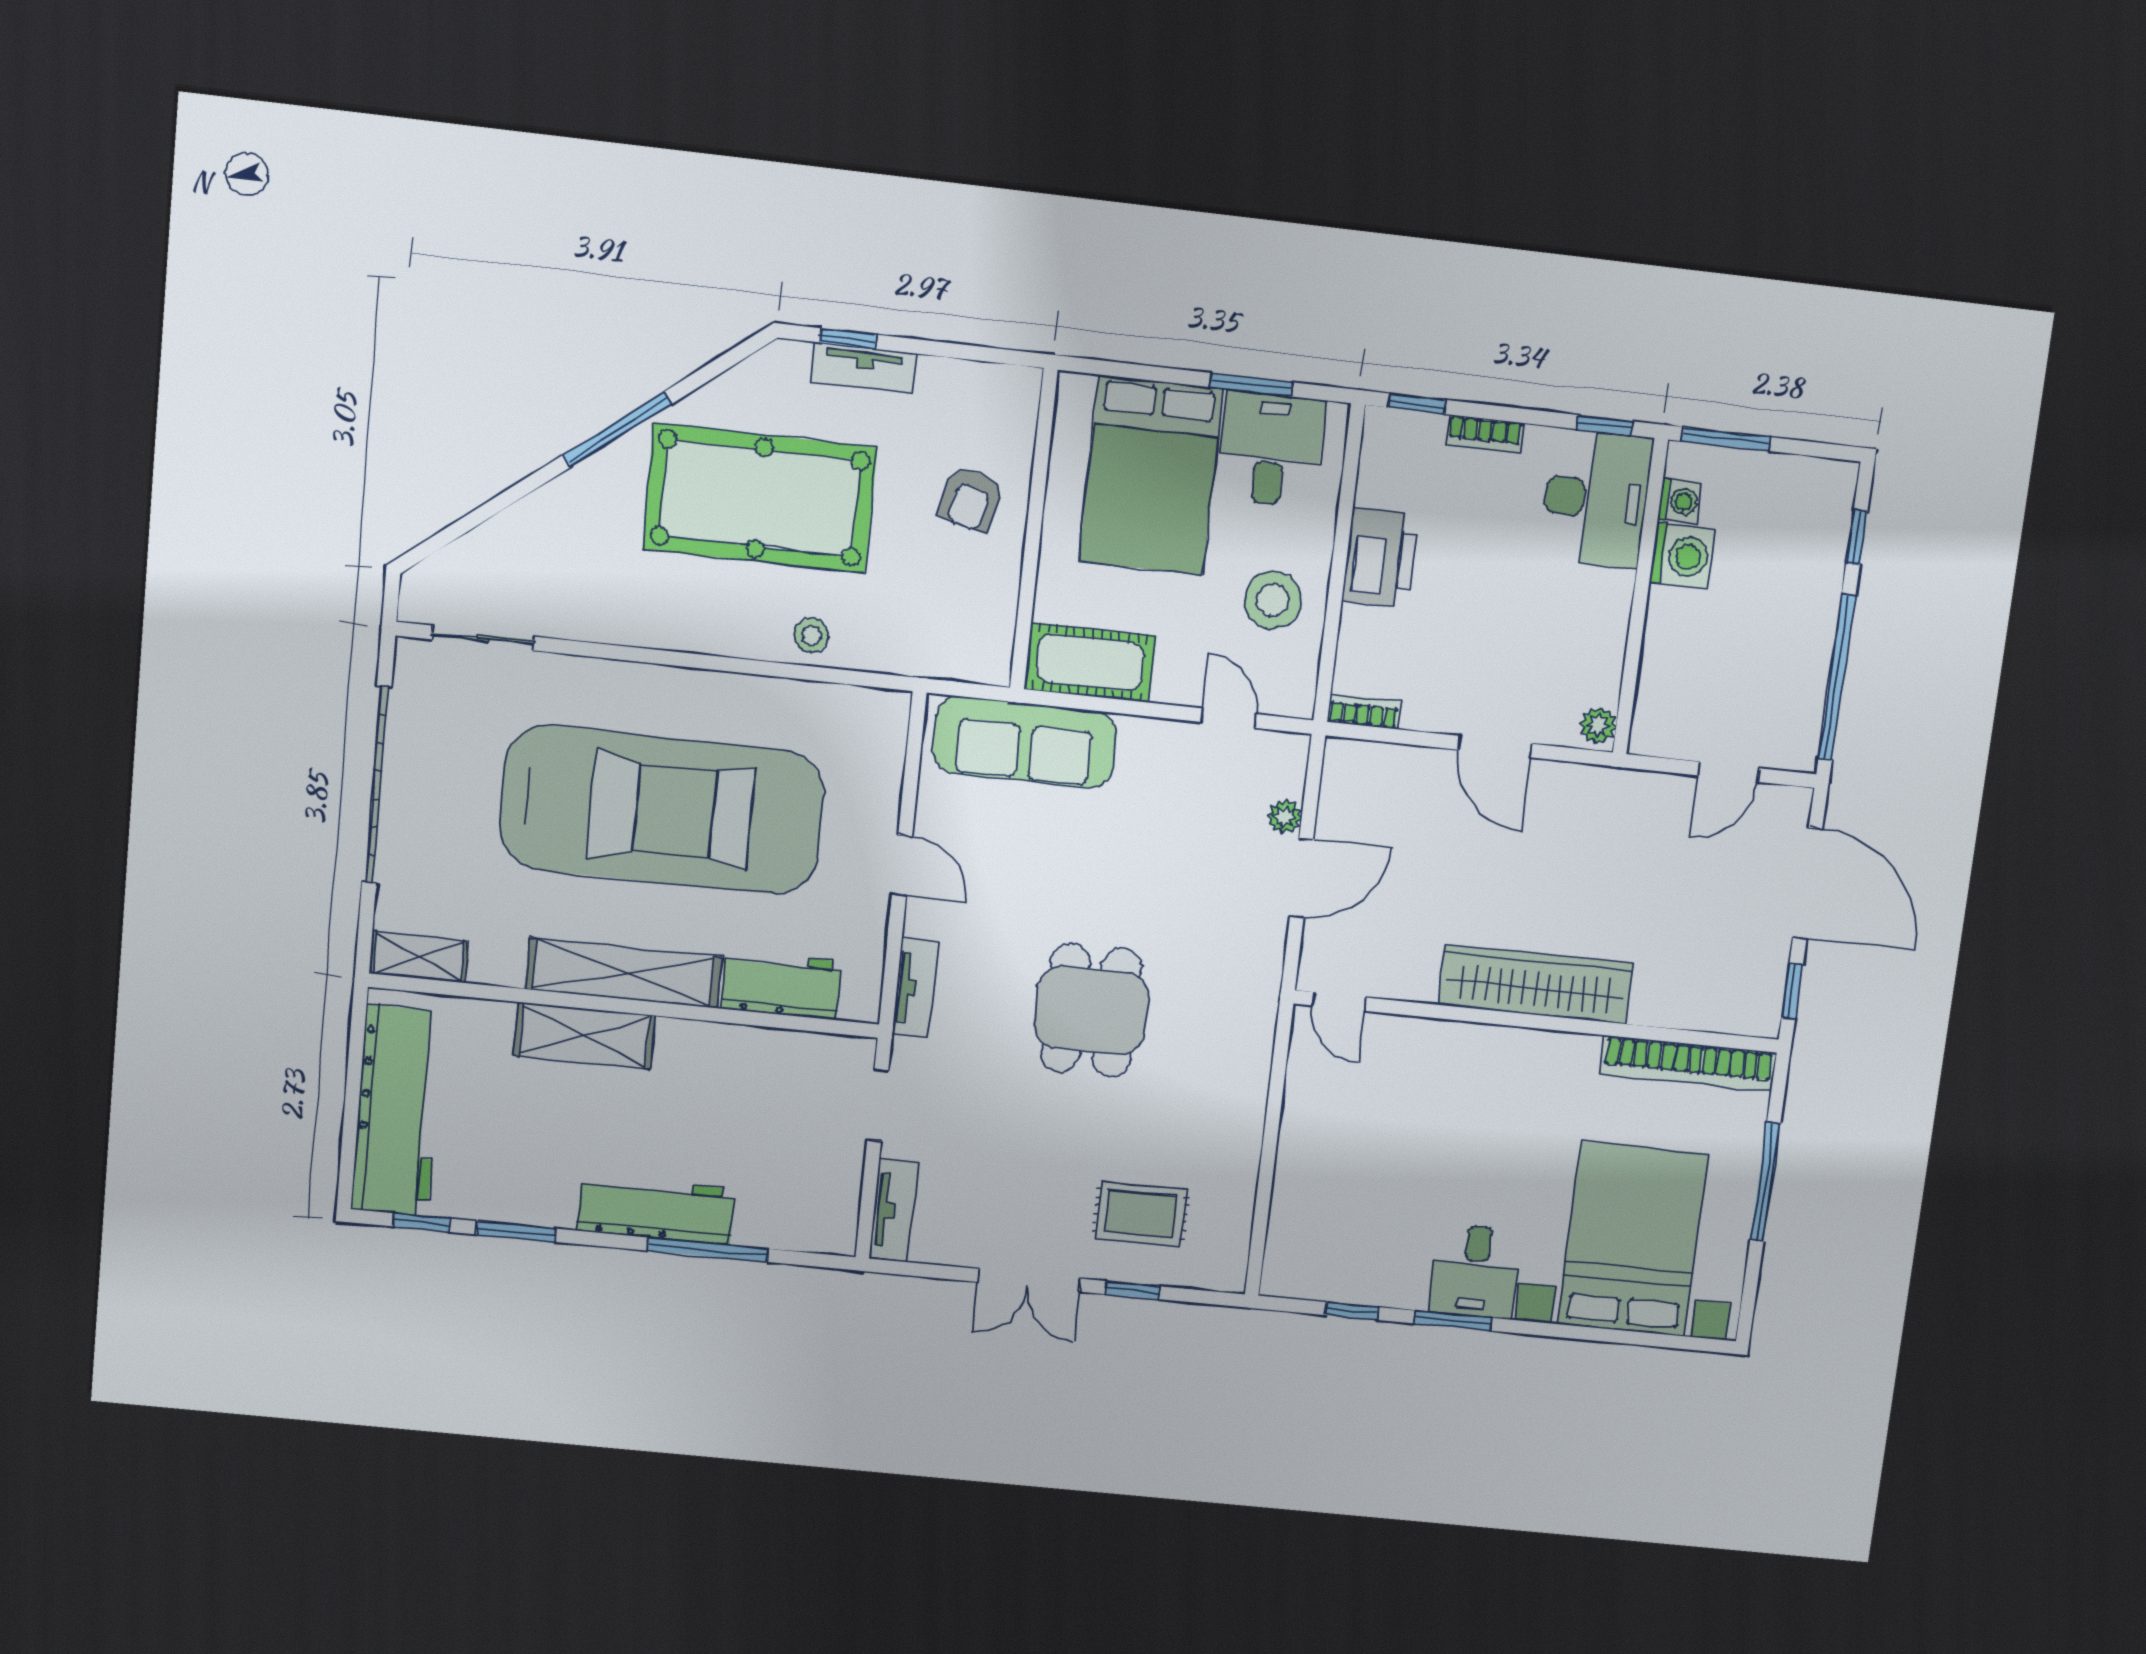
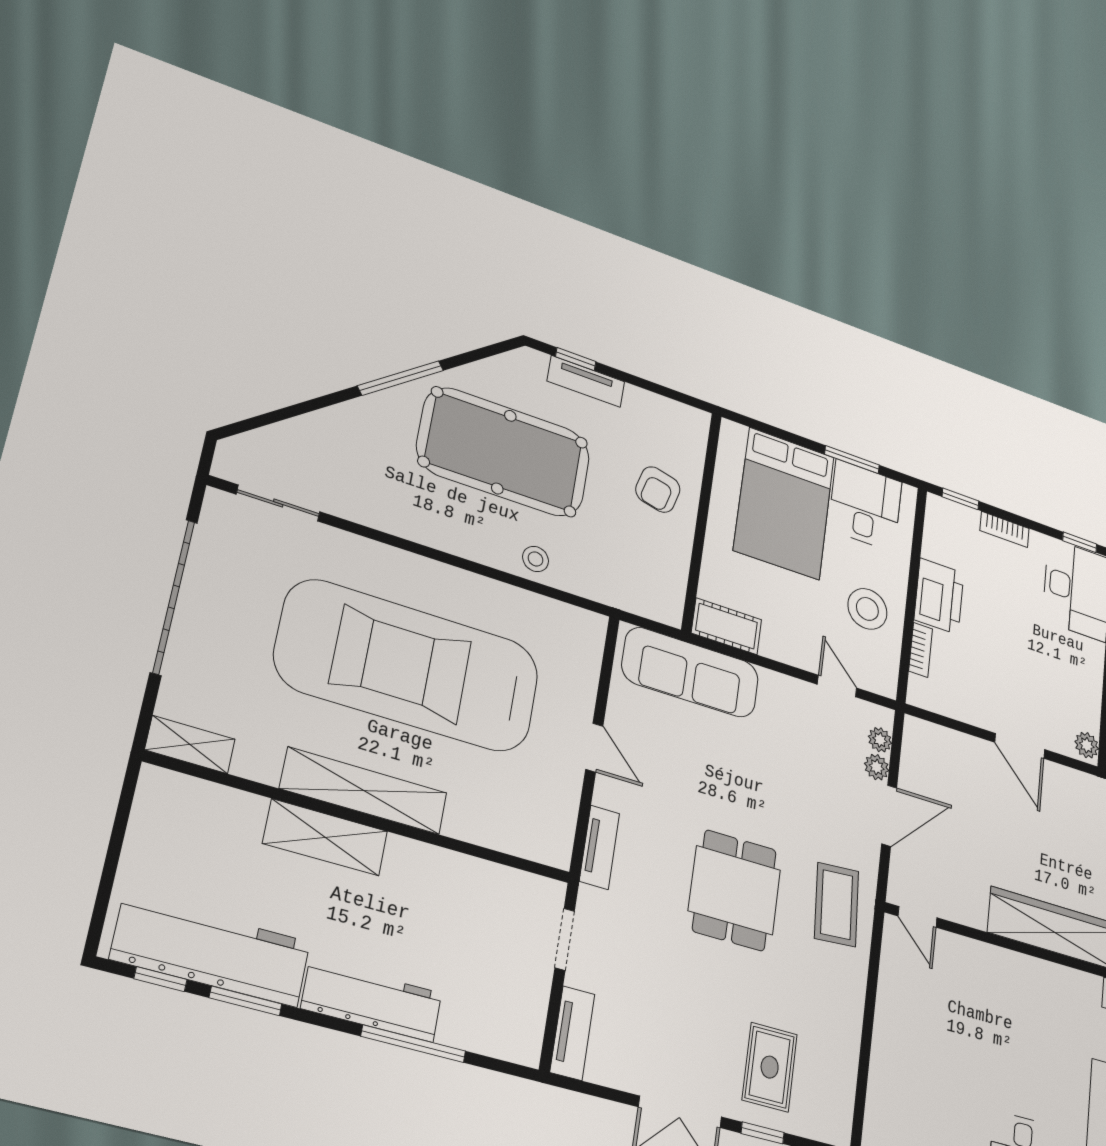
cot: (1090, 662) -> (727, 626), width x0.73, depth x0.75
bookcase: (1364, 711) -> (921, 650), moved, turned 90
plant: (1290, 779) -> (880, 740), added
car: (662, 810) -> (408, 666), turned 180
workbench: (781, 985) -> (493, 825), removed
coffee table: (1228, 1005) -> (837, 905), added
workbench: (397, 1111) -> (211, 951), moved, turned -90
rug: (1141, 1214) -> (770, 1067), turned 90

